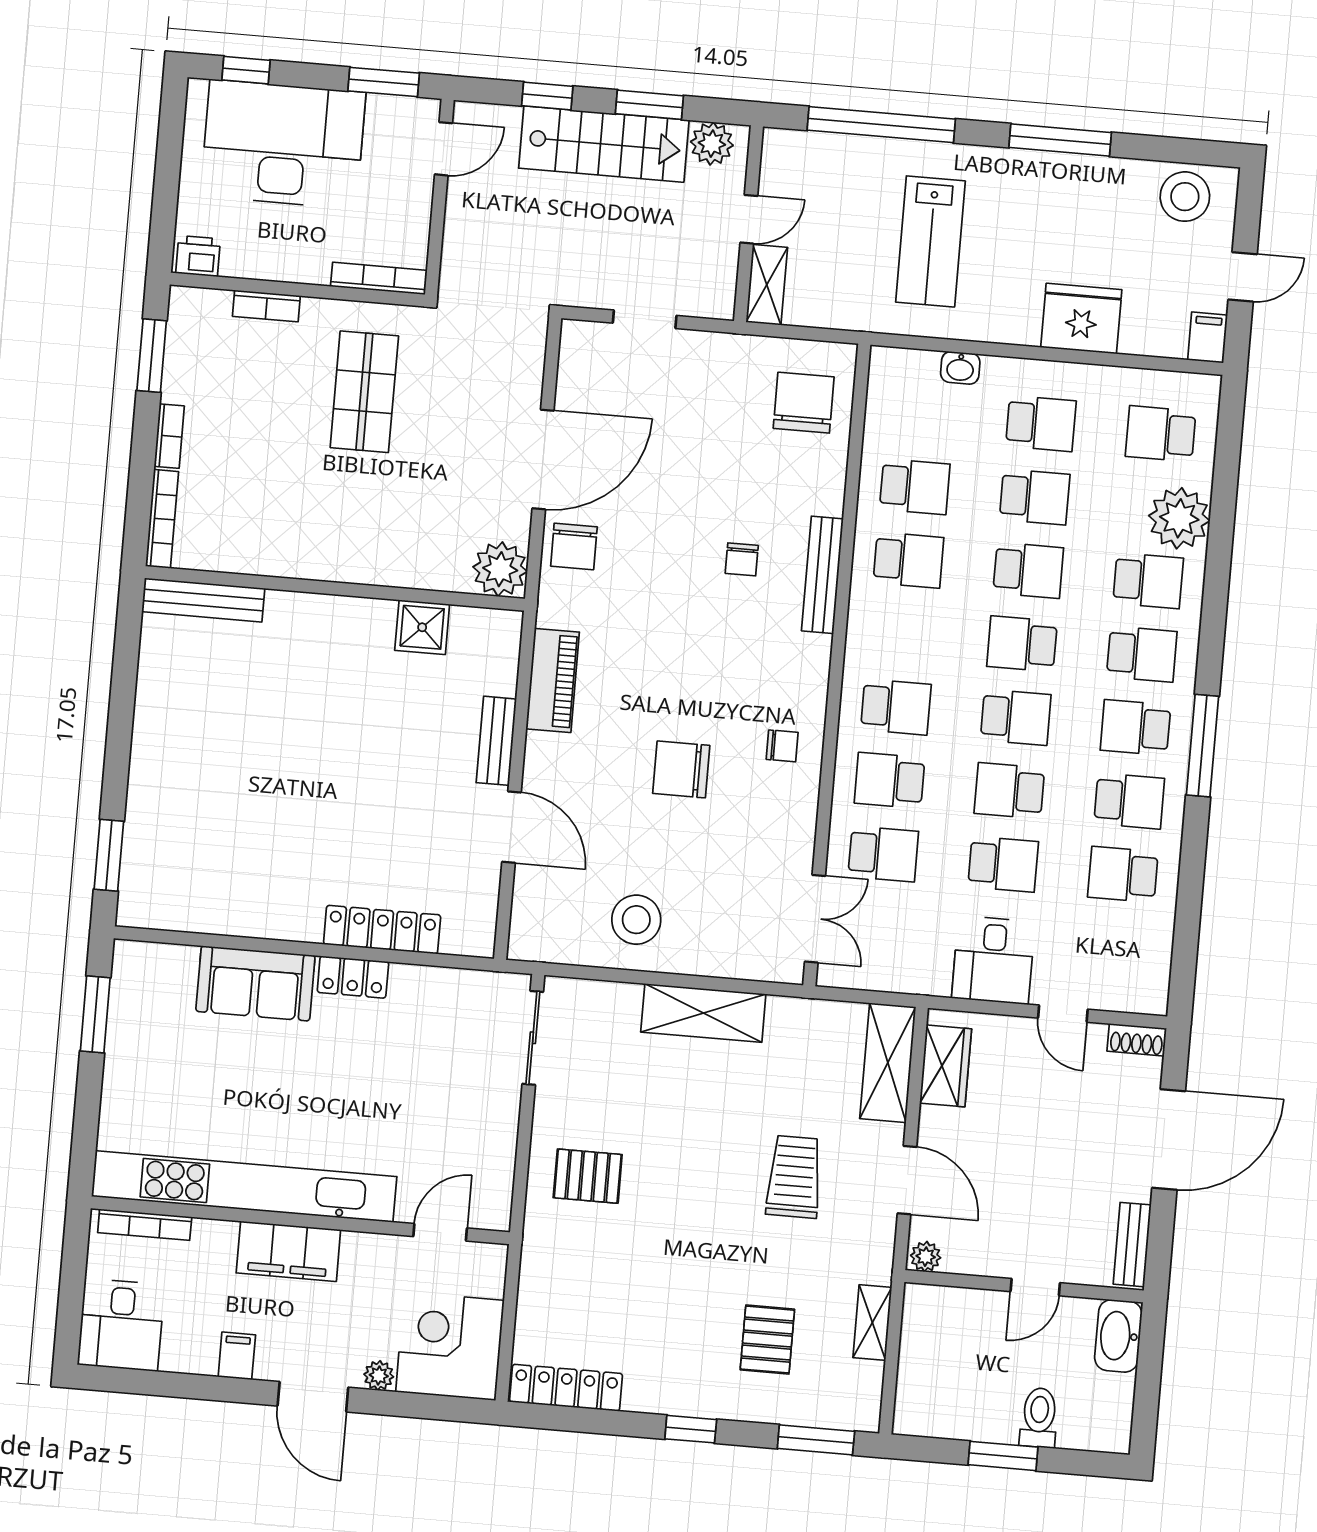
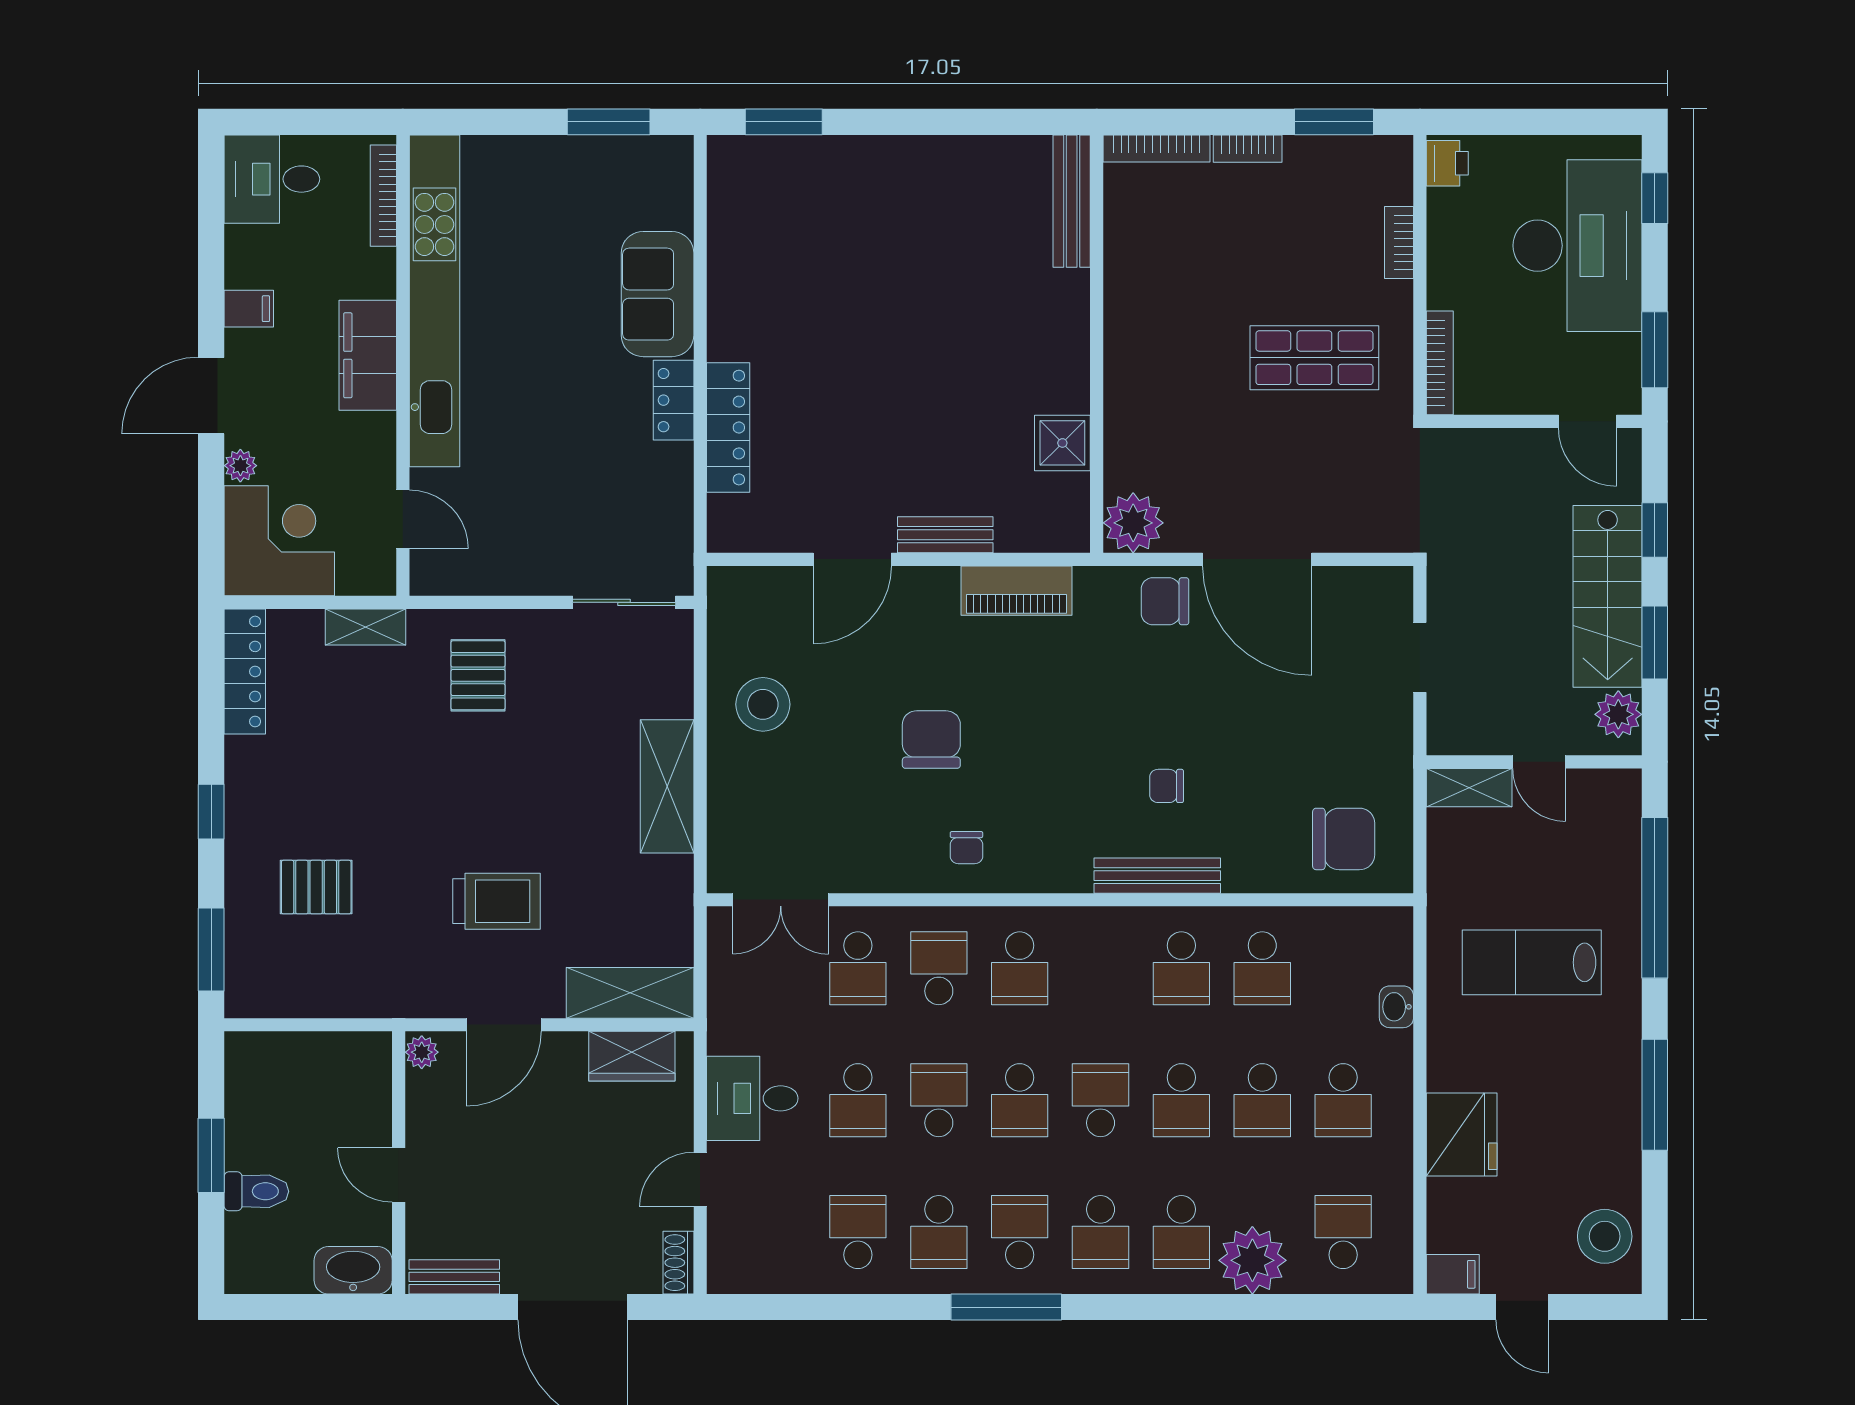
shelving: (872, 1323) -> (365, 627), moved

